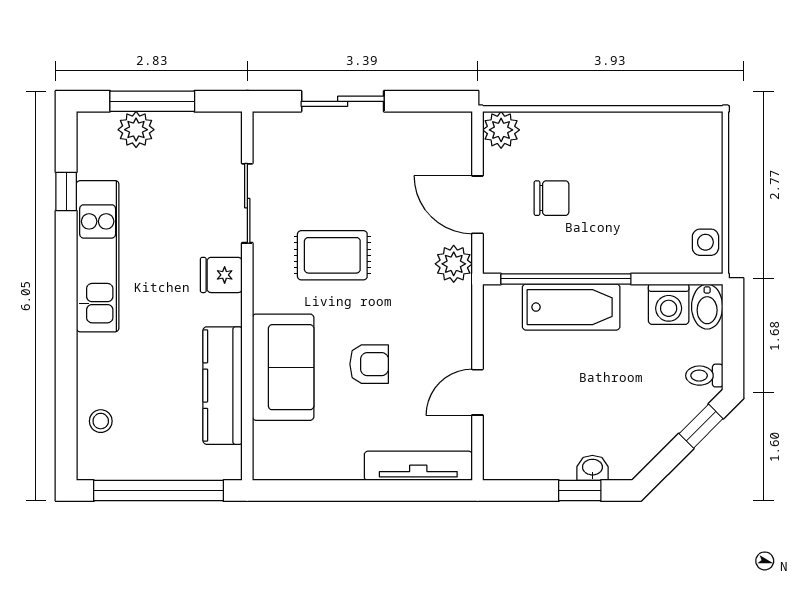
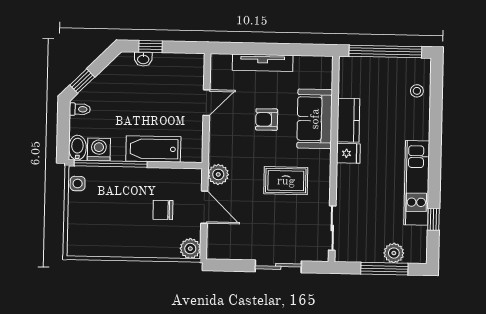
sliding door: (247, 203) -> (332, 228), moved
fridge: (221, 275) -> (348, 153), moved
window: (566, 279) -> (111, 164), moved
kitchen counter: (223, 386) -> (348, 120), width x0.67
tv unit: (418, 466) -> (263, 63), moved

